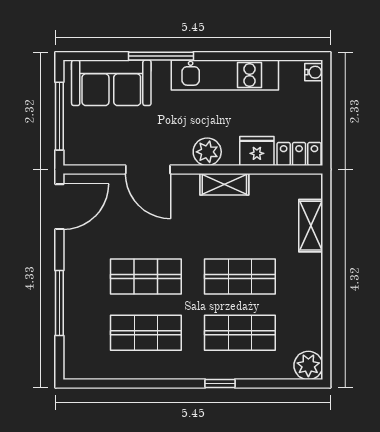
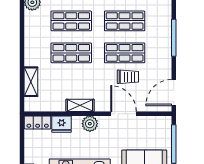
trolley: (140, 234) -> (128, 77), added

